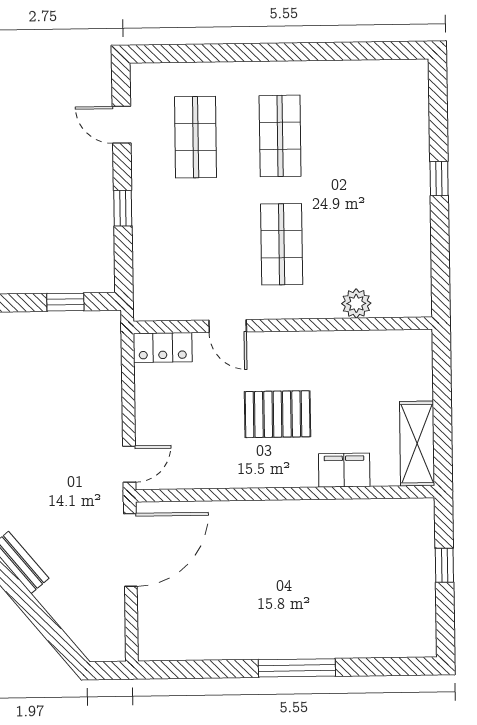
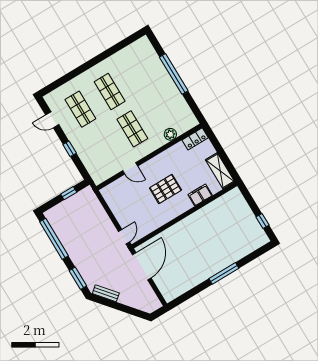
window: (439, 178) -> (174, 74), width x3.17
locker: (163, 347) -> (195, 139), moved
window: (444, 565) -> (262, 221), moved

